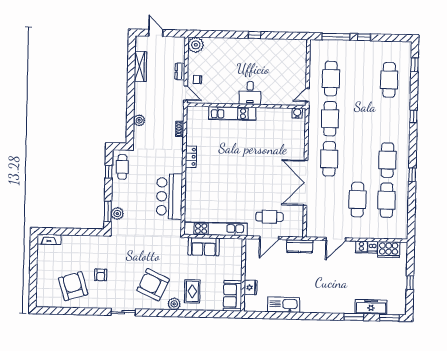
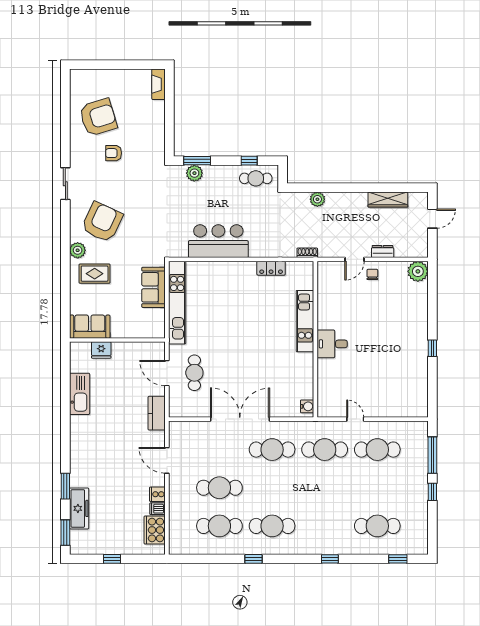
desk: (250, 93) -> (332, 344), moved
wall: (246, 106) -> (315, 339), moved
kitchen unit: (232, 113) -> (305, 321), moved
water cooler: (297, 113) -> (307, 406), moved

